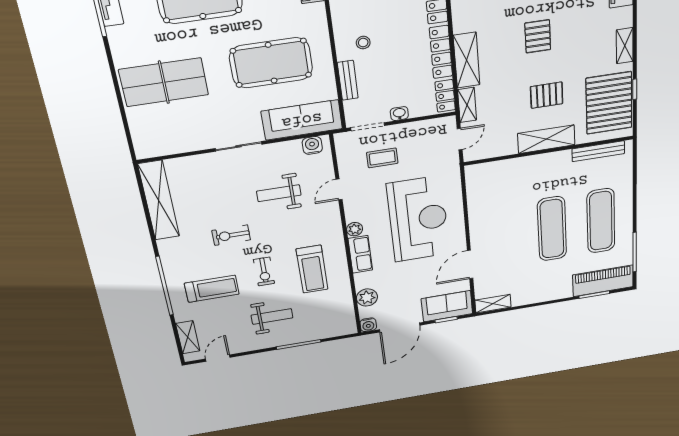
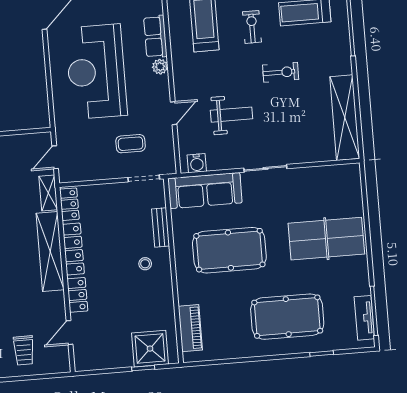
shelving: (467, 60) -> (50, 252), width x1.47
washbasin: (399, 114) -> (113, 189), removed

